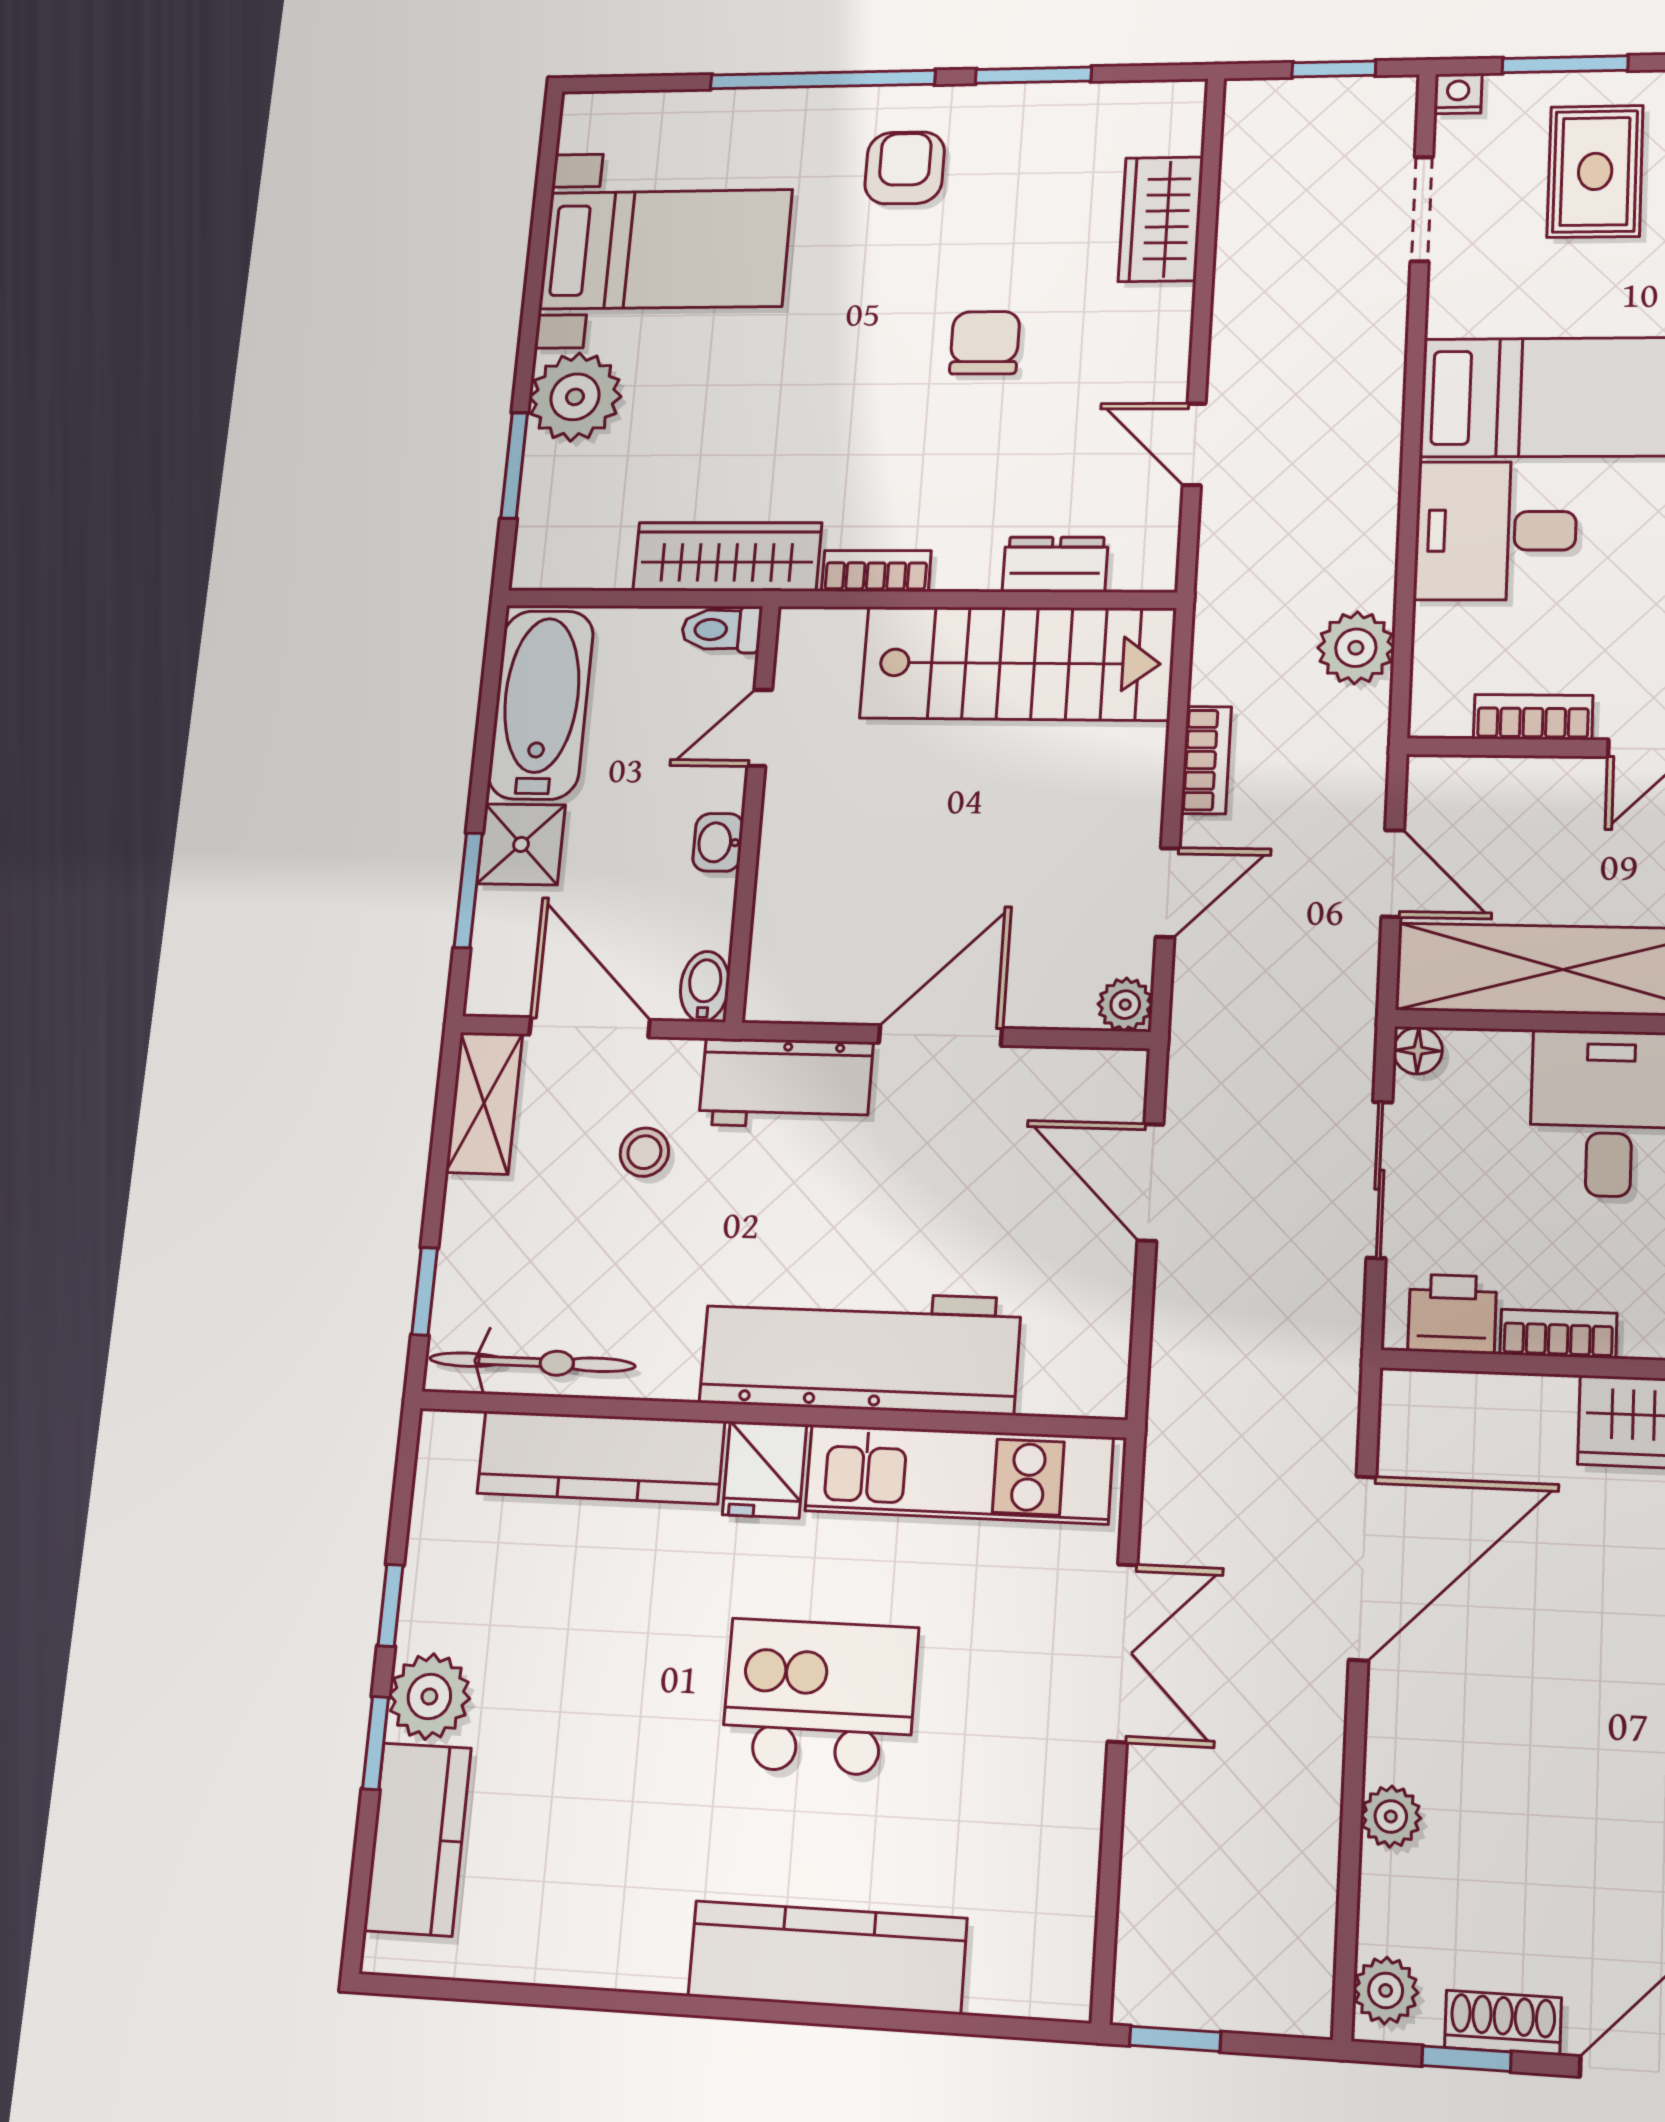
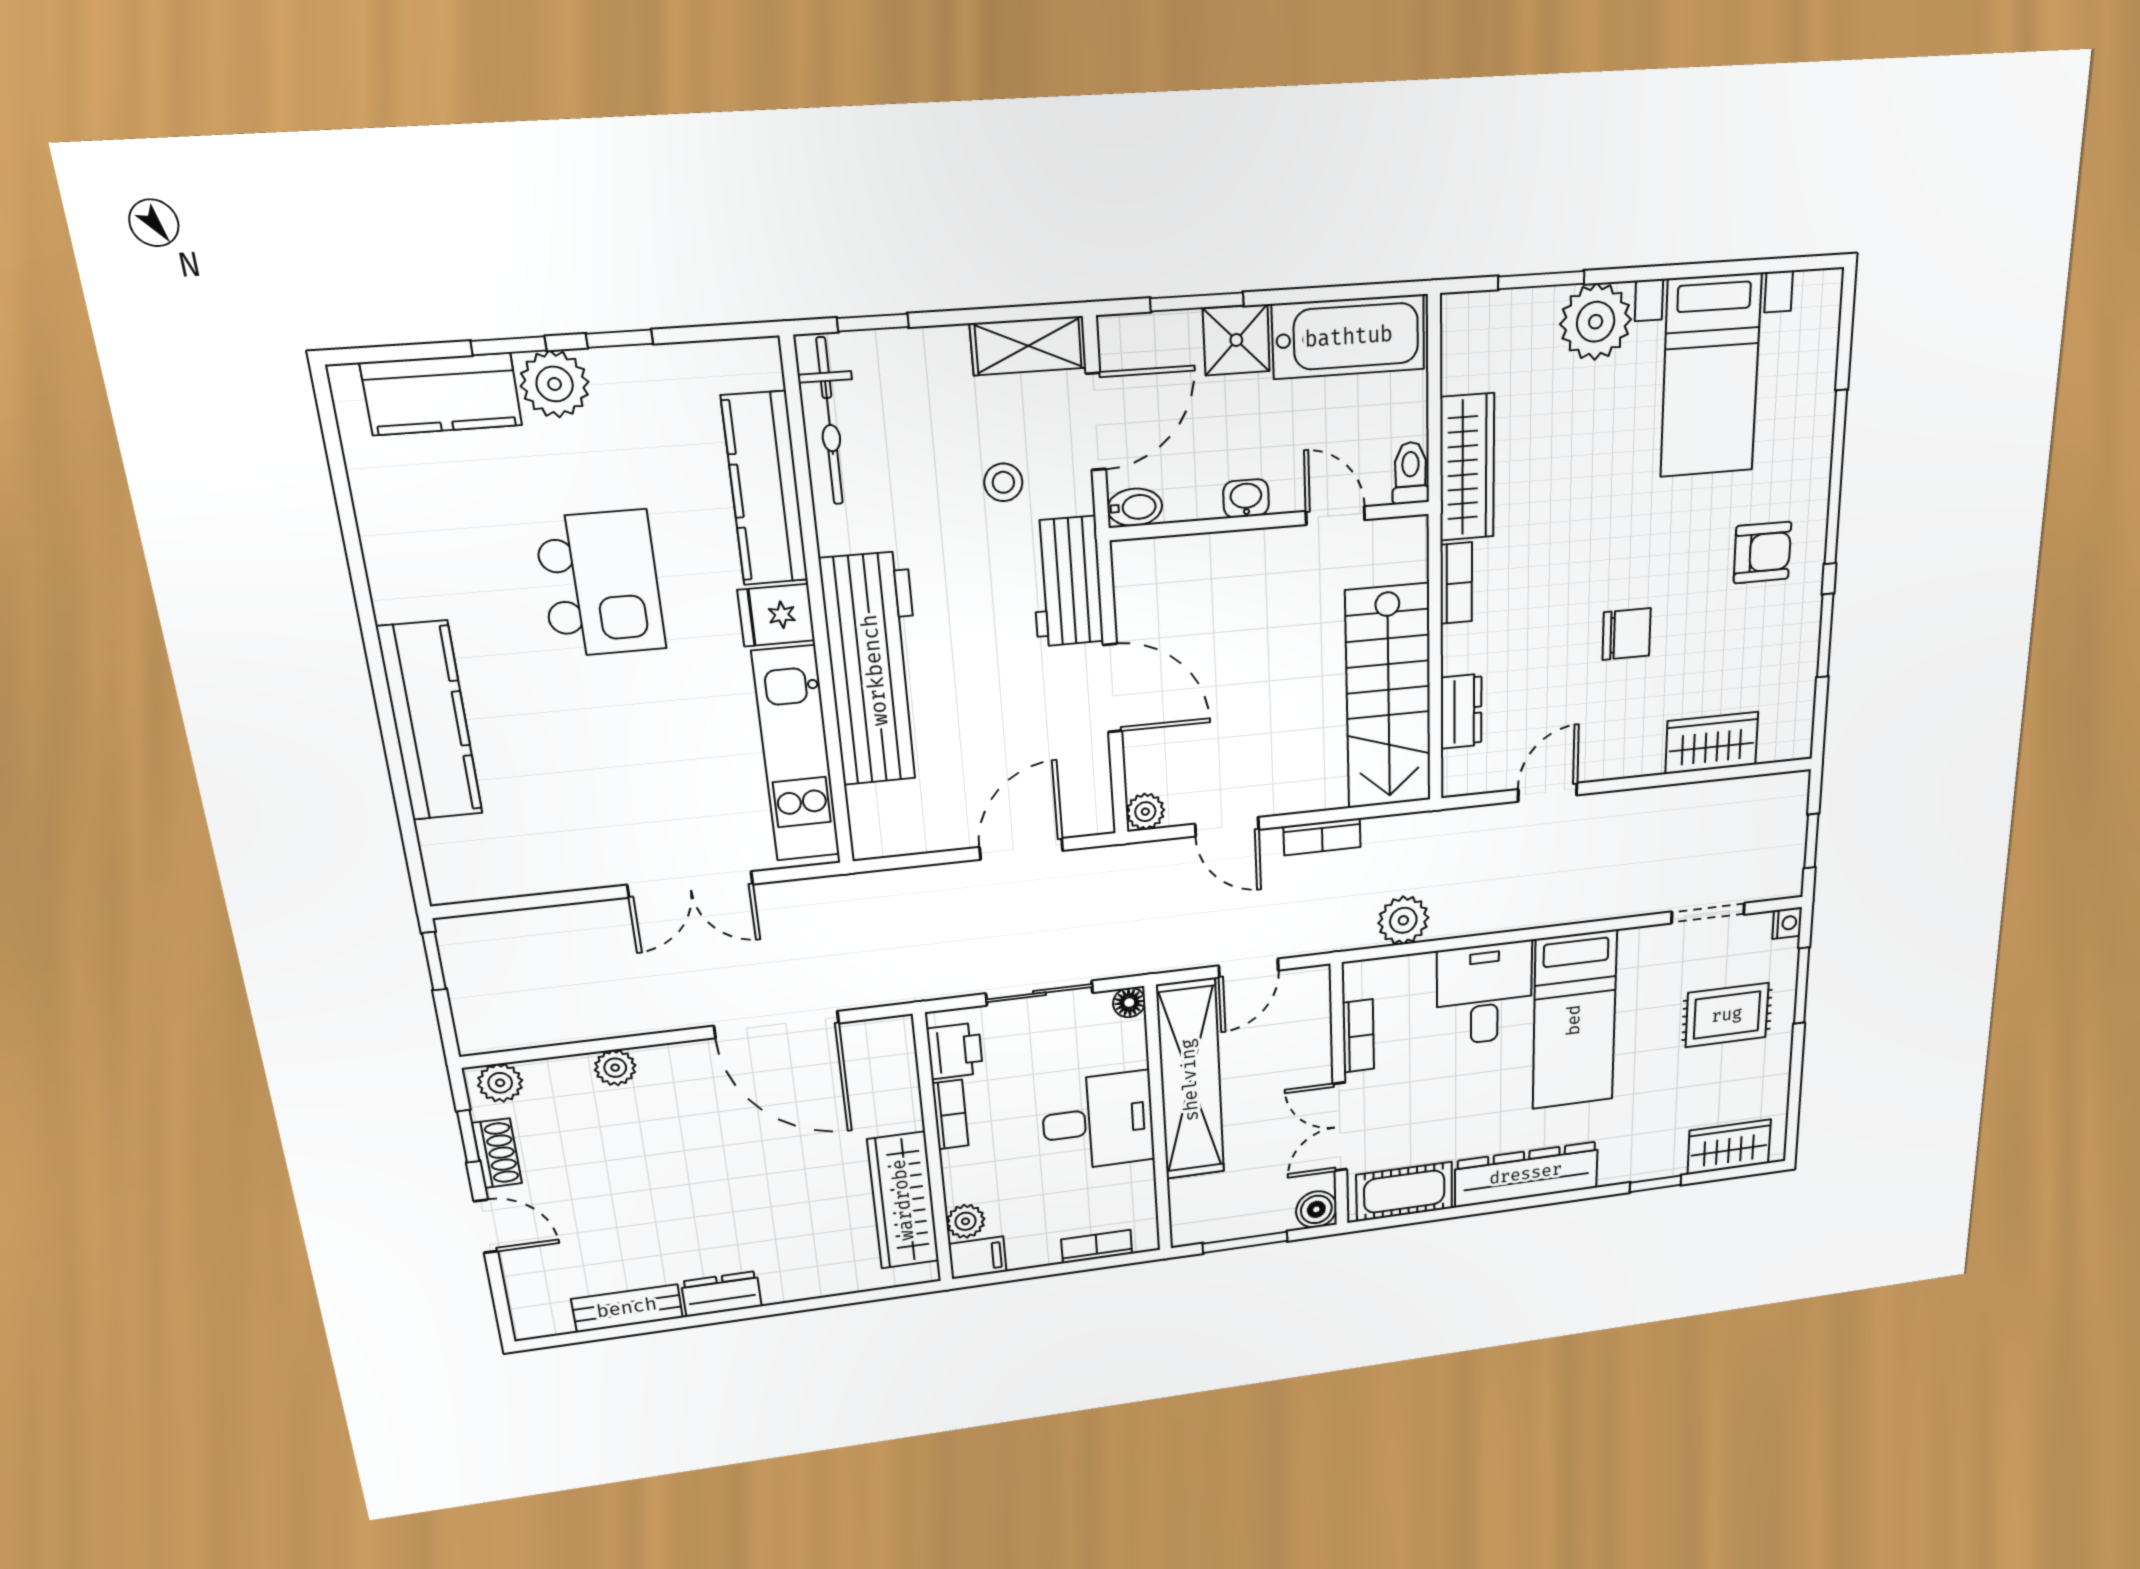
kitchen island: (820, 1697) -> (600, 584), moved

